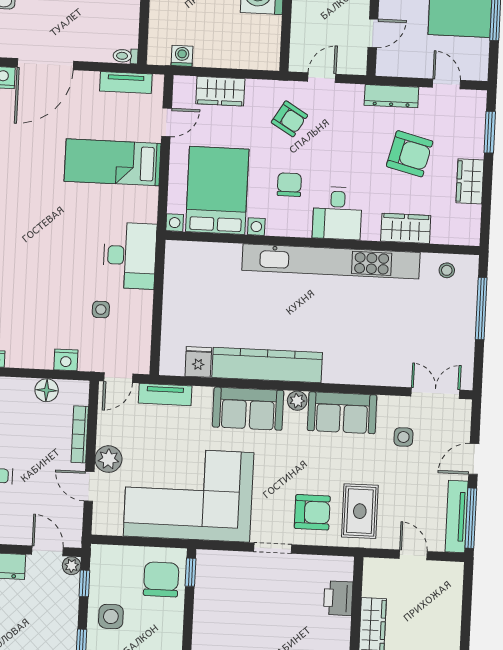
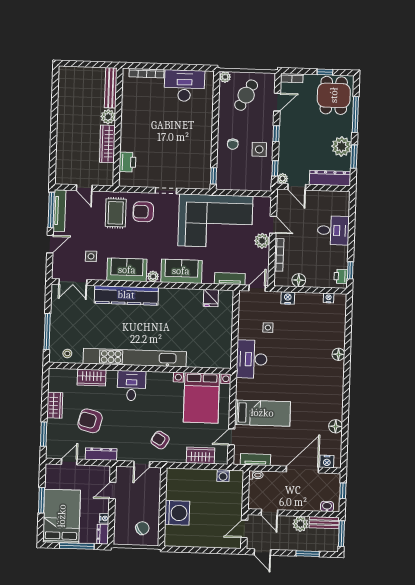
door: (446, 84) -> (69, 462), swing flipped
chair: (289, 185) -> (160, 402), removed
kitchen counter: (267, 365) -> (126, 295), moved
chair: (161, 579) -> (233, 144), moved, width x0.54, depth x0.54

